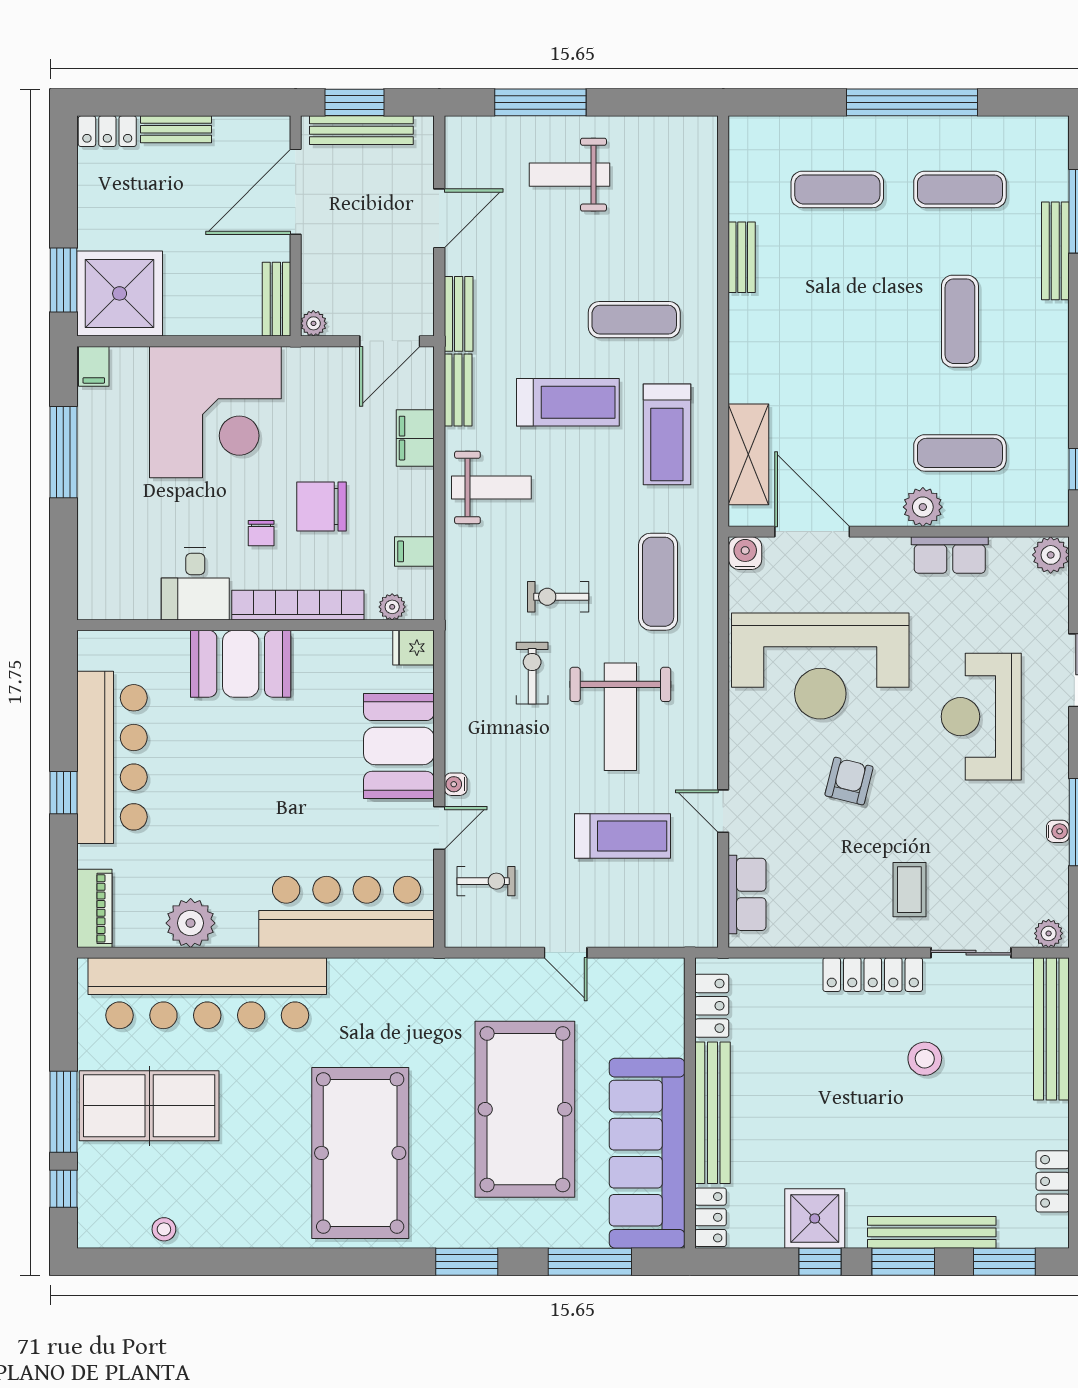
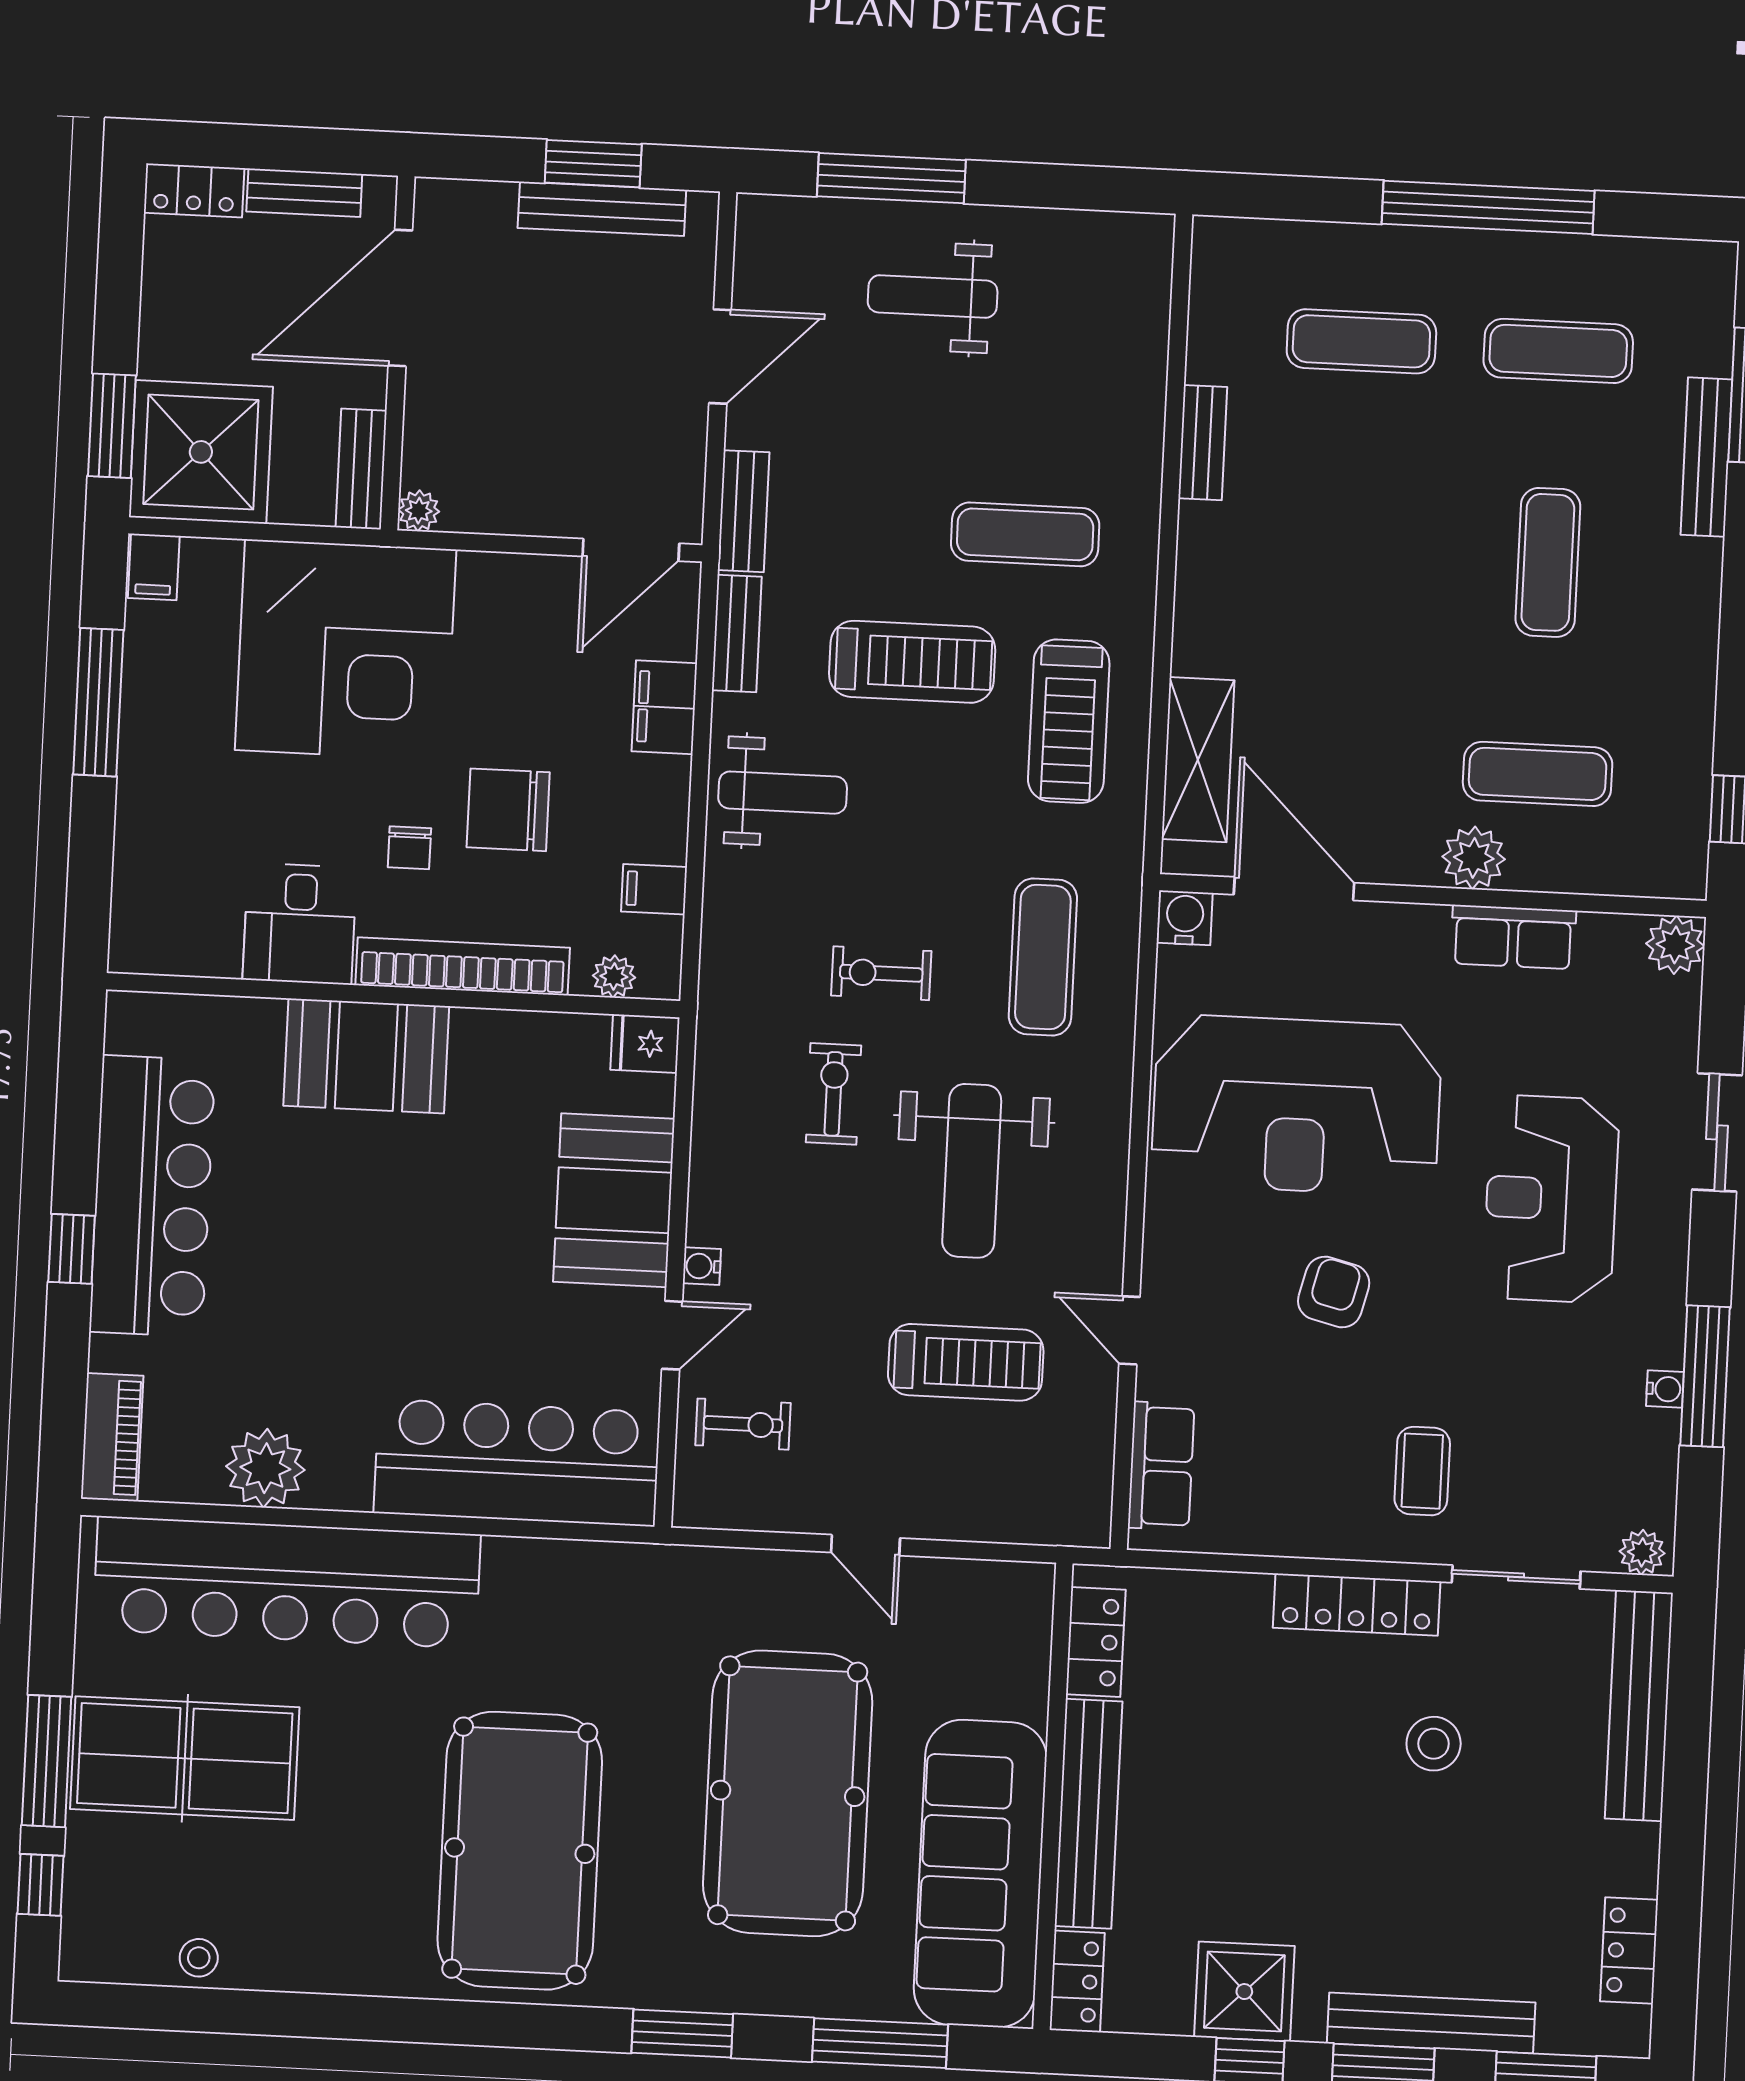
door: (296, 192) -> (400, 298), moved
wall: (296, 226) -> (398, 353), moved
bench: (276, 299) -> (361, 469), moved
plant: (313, 323) -> (419, 511), moved

